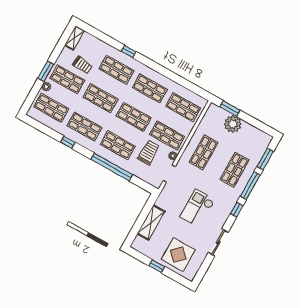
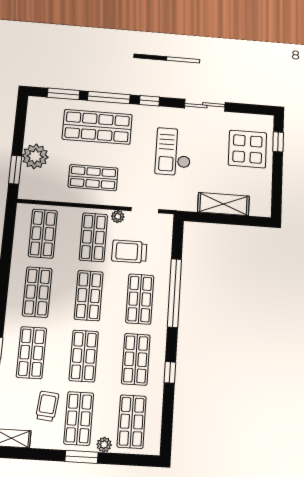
shop shelf: (234, 170) -> (97, 127), width x1.43, depth x1.36
checkout: (197, 208) -> (173, 152), turned 90
window: (157, 266) -> (278, 142), moved

